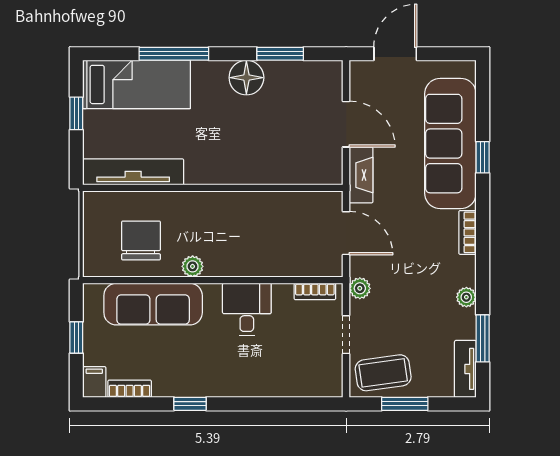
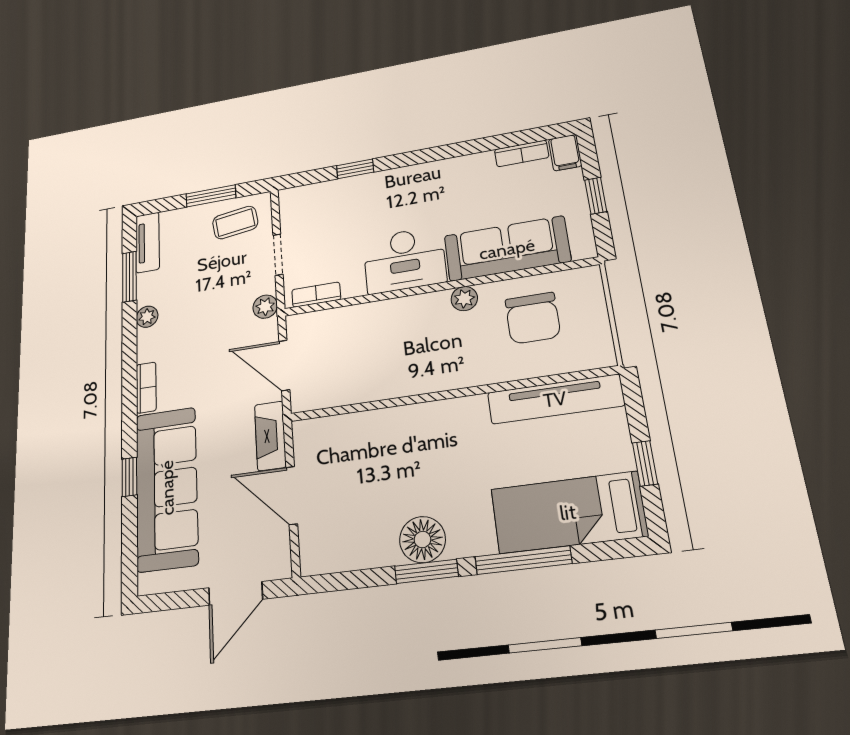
window: (280, 54) -> (426, 571), moved
desk: (247, 309) -> (404, 260), width x1.37
coffee table: (383, 373) -> (235, 223), width x0.73, depth x0.77
window: (190, 404) -> (355, 169), moved

